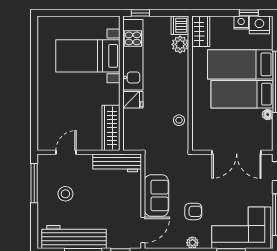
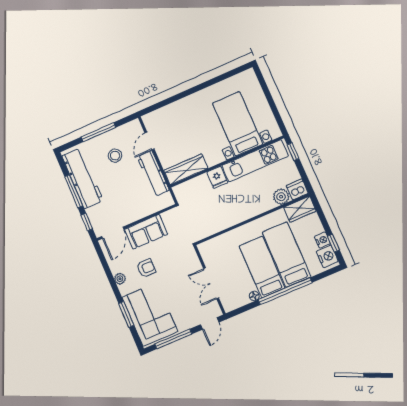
stool: (179, 120) -> (217, 223), removed
door: (66, 152) -> (150, 141), swing flipped
double door: (237, 152) -> (211, 283), width x0.73
workbench: (117, 163) -> (153, 174), moved
window: (34, 183) -> (98, 132), moved
armchair: (193, 211) -> (146, 268), turned -90
door: (143, 230) -> (113, 233), hinge flipped

